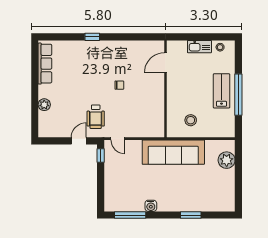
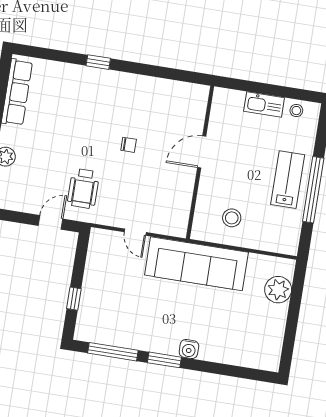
door: (166, 63) -> (202, 152), moved
door: (118, 139) -> (135, 232), moved
window: (101, 155) -> (74, 299), moved
water cooler: (151, 206) -> (189, 349), moved
window: (191, 215) -> (164, 360), moved

